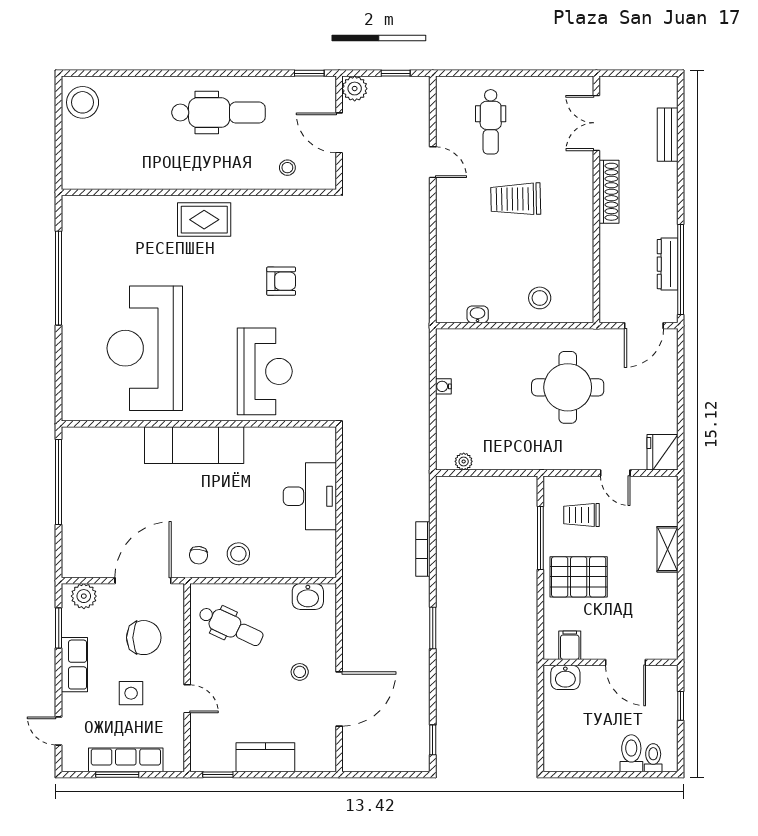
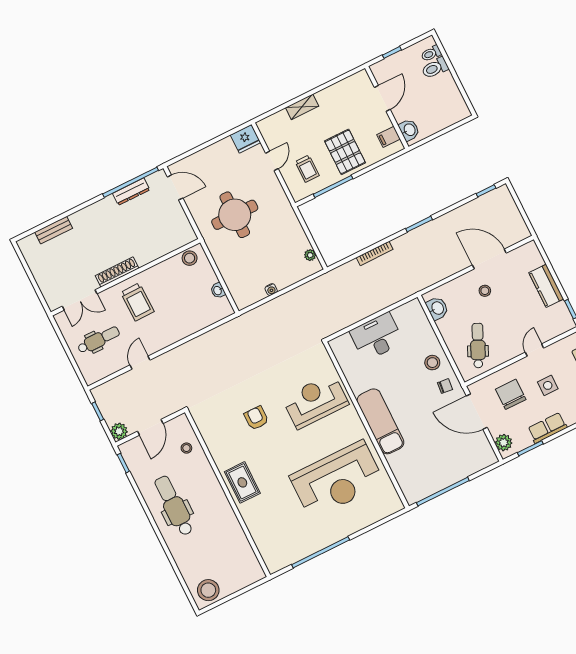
double door: (596, 123) -> (80, 300), moved
shoe rack: (609, 192) -> (117, 272), moved
wall: (596, 199) -> (125, 277), moved

